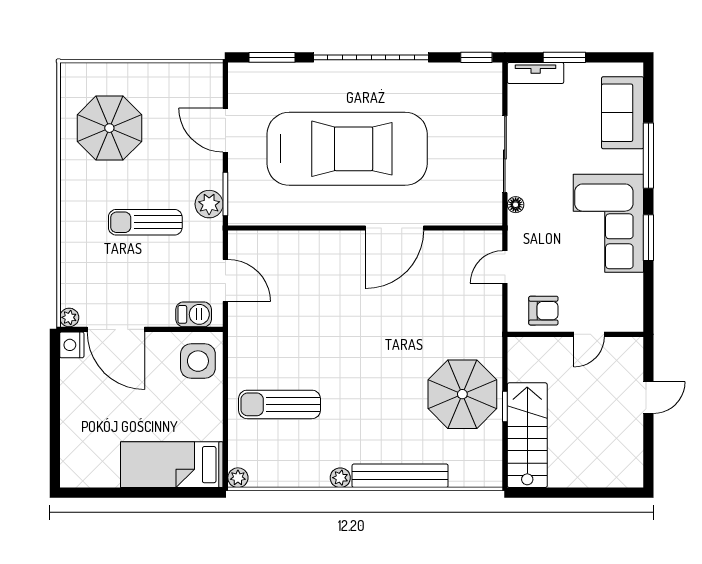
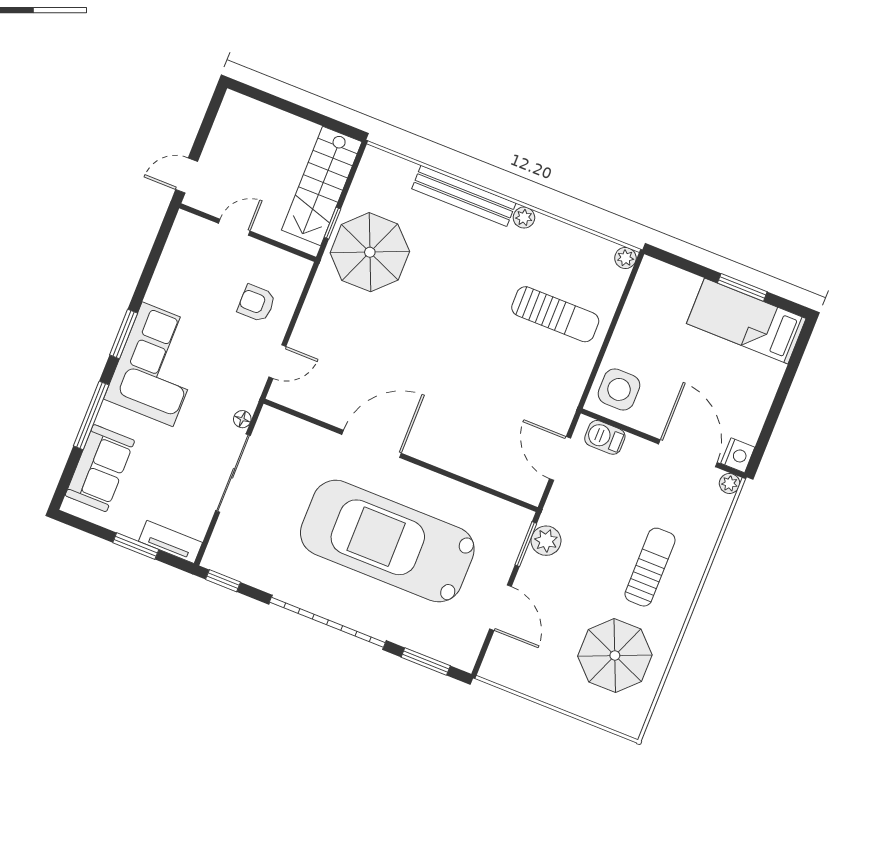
sun lounger: (145, 222) -> (650, 567), moved, turned -90
wall: (575, 334) -> (248, 233), moved
door: (589, 334) -> (234, 227), moved
bed: (172, 465) -> (746, 321), moved, turned 180
window: (126, 493) -> (742, 287), added

